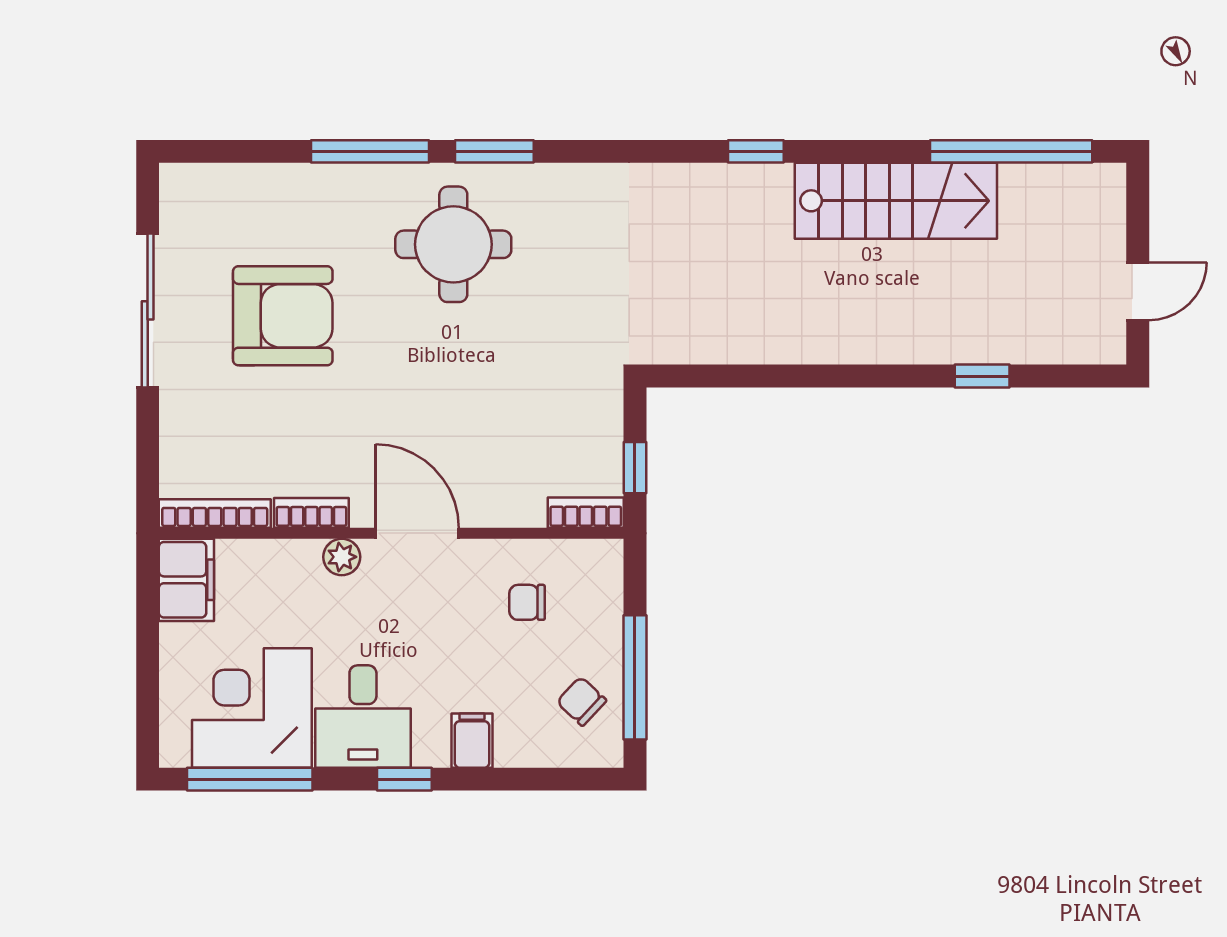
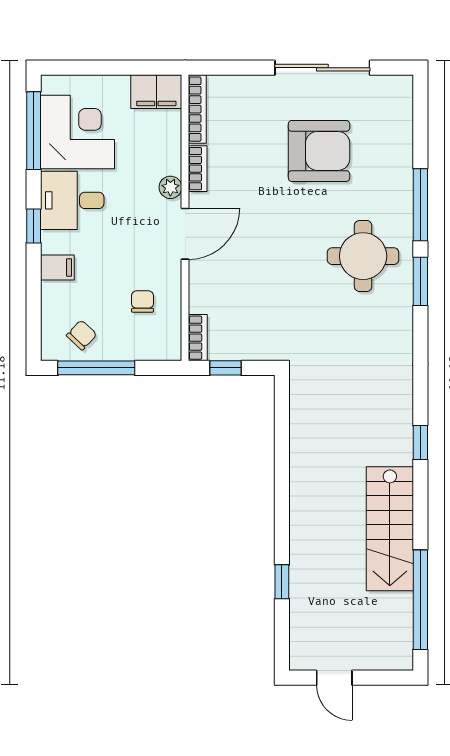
armchair: (283, 316) -> (319, 151), turned -90

